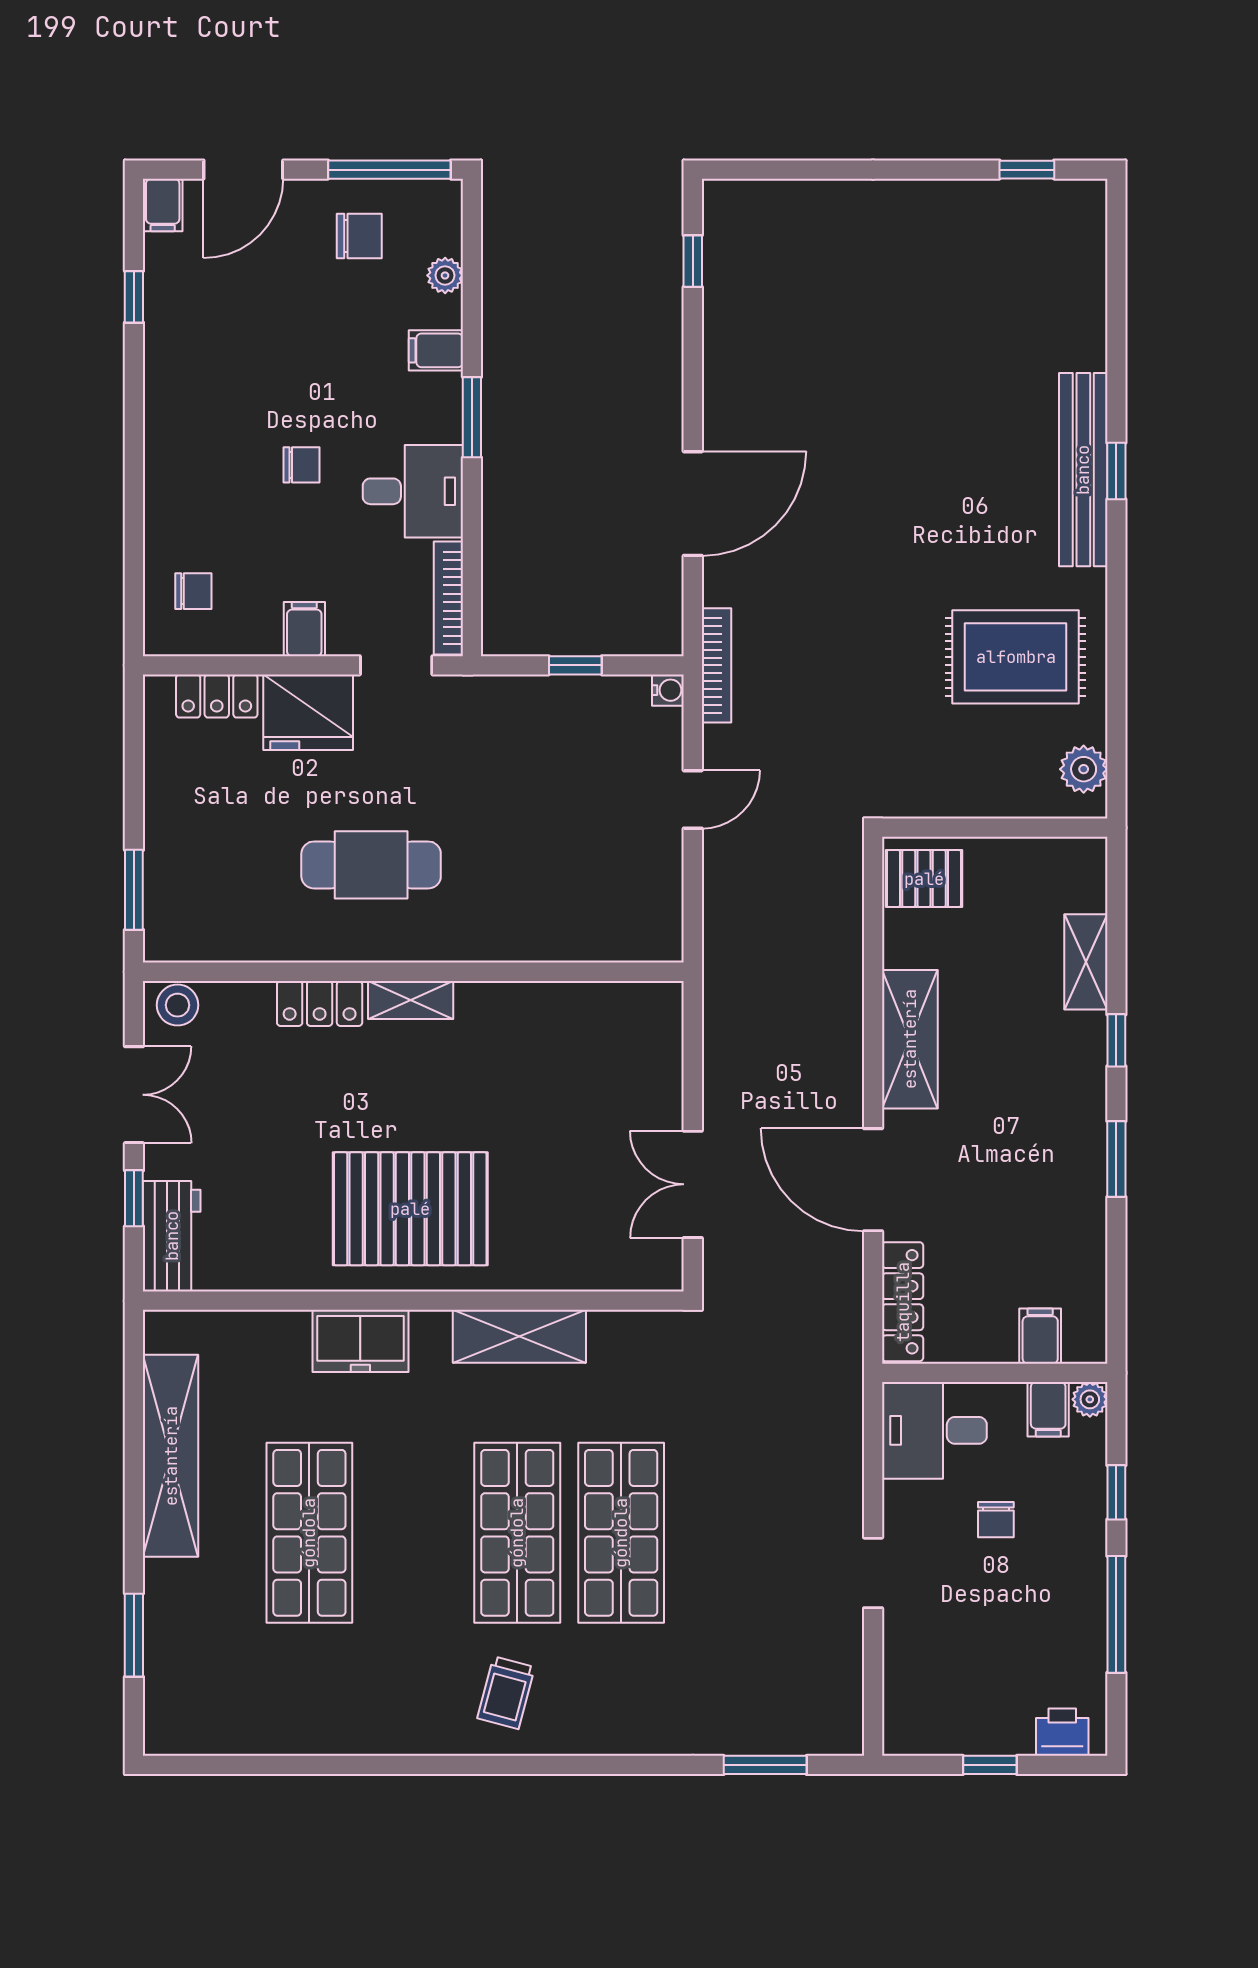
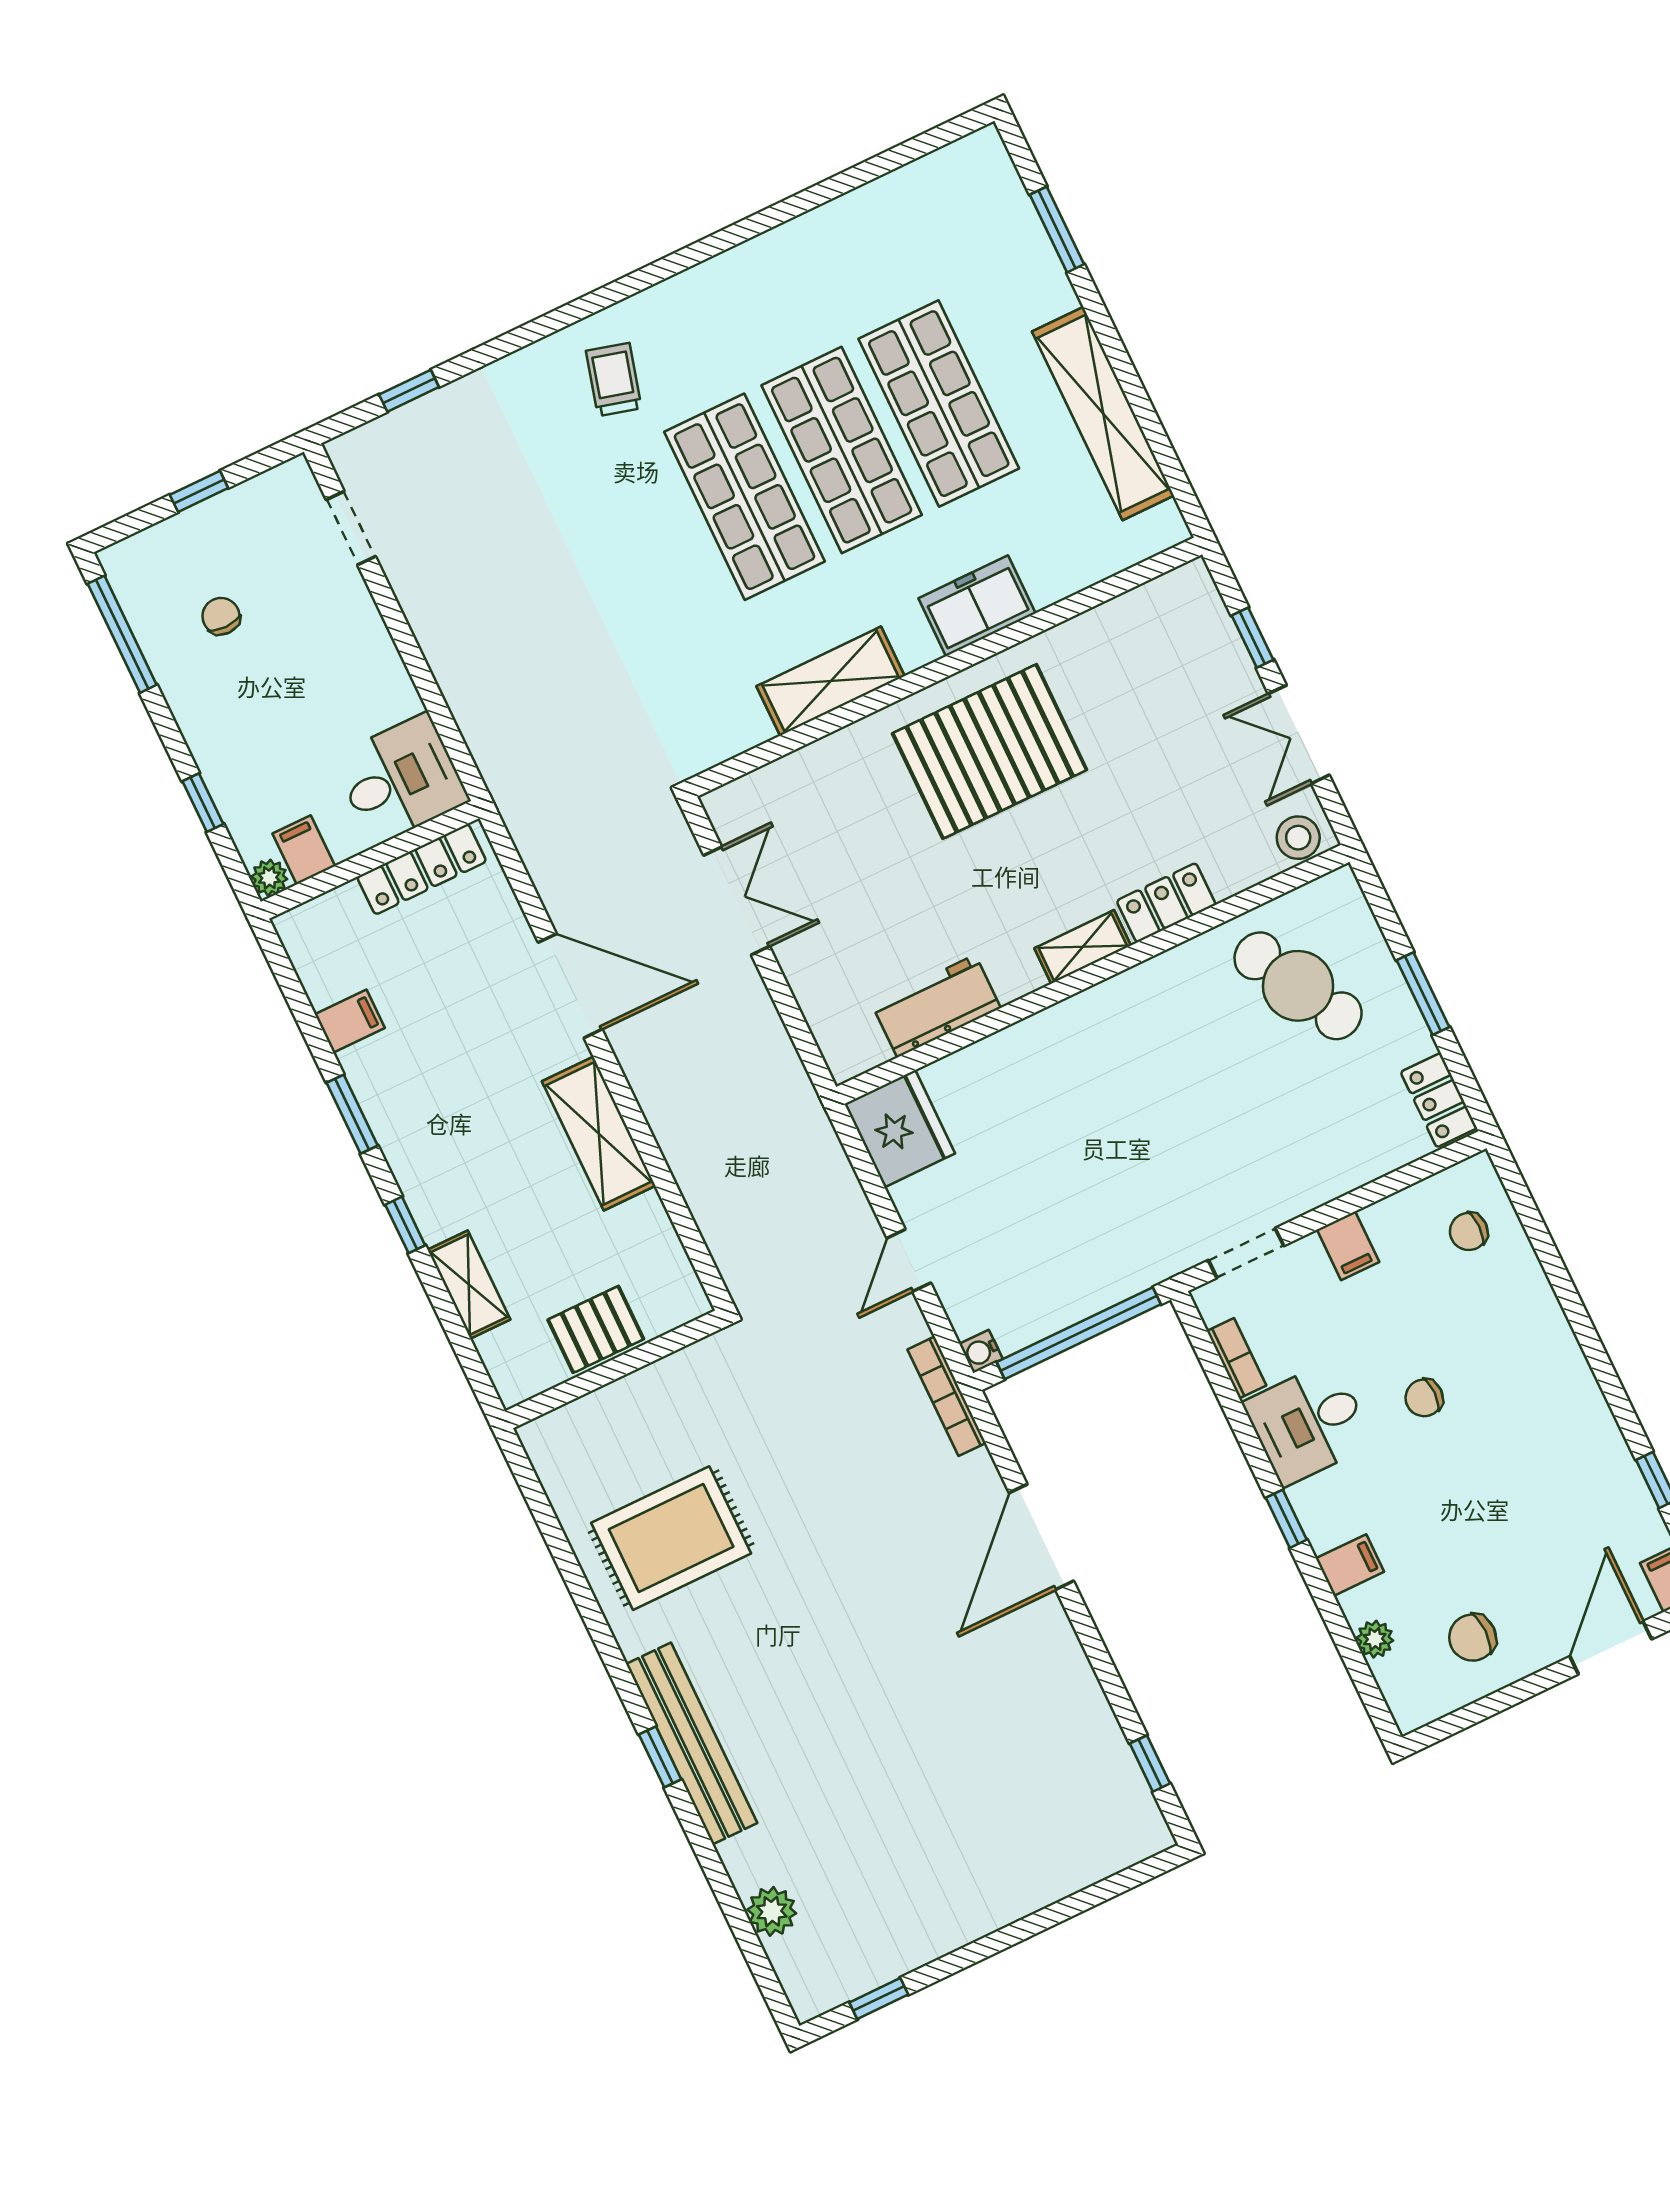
window: (389, 170) -> (1474, 1713), removed
window: (472, 417) -> (1286, 1519), width x0.67
bookcase: (448, 598) -> (1236, 1358), width x0.64
window: (575, 665) -> (1079, 1333), width x3.17
locker: (217, 696) -> (1439, 1100), moved, turned -90
fridge: (308, 712) -> (900, 1129), moved, turned 90
plant: (1084, 769) -> (772, 1911), moved
cafe table: (371, 865) -> (1298, 986), moved, turned 62
pallet: (924, 879) -> (596, 1329), moved
window: (134, 890) -> (1423, 994), moved
workbench: (172, 1236) -> (936, 1006), moved, turned 90
locker: (903, 1302) -> (422, 869), moved, turned -90
filing cabinet: (1040, 1336) -> (350, 1021), moved, turned -90
chair: (996, 1520) -> (221, 616), moved
shop shelf: (621, 1533) -> (842, 450), moved
doorway: (873, 1573) -> (351, 528), moved
window: (1116, 1614) -> (122, 634), moved
trolley: (506, 1693) -> (614, 380), moved
printer: (1062, 1732) -> (146, 554), removed
window: (765, 1765) -> (409, 391), width x0.67

